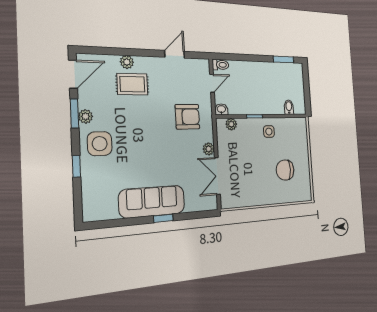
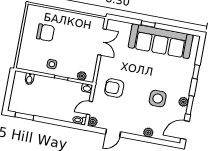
rug: (132, 84) -> (148, 117), removed
side table: (100, 144) -> (158, 99), moved
plant: (209, 149) -> (93, 122), moved
sofa: (152, 202) -> (161, 41), width x1.36, depth x1.27

